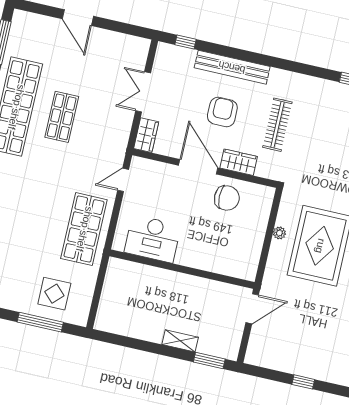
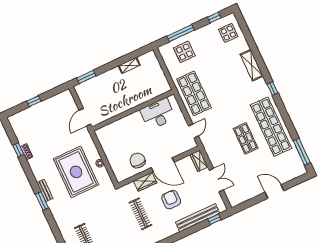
bench: (232, 67) -> (198, 218), moved
armchair: (222, 112) -> (171, 200), turned 180
chair: (227, 198) -> (138, 160), turned 90
shelving: (180, 341) -> (129, 65), moved

